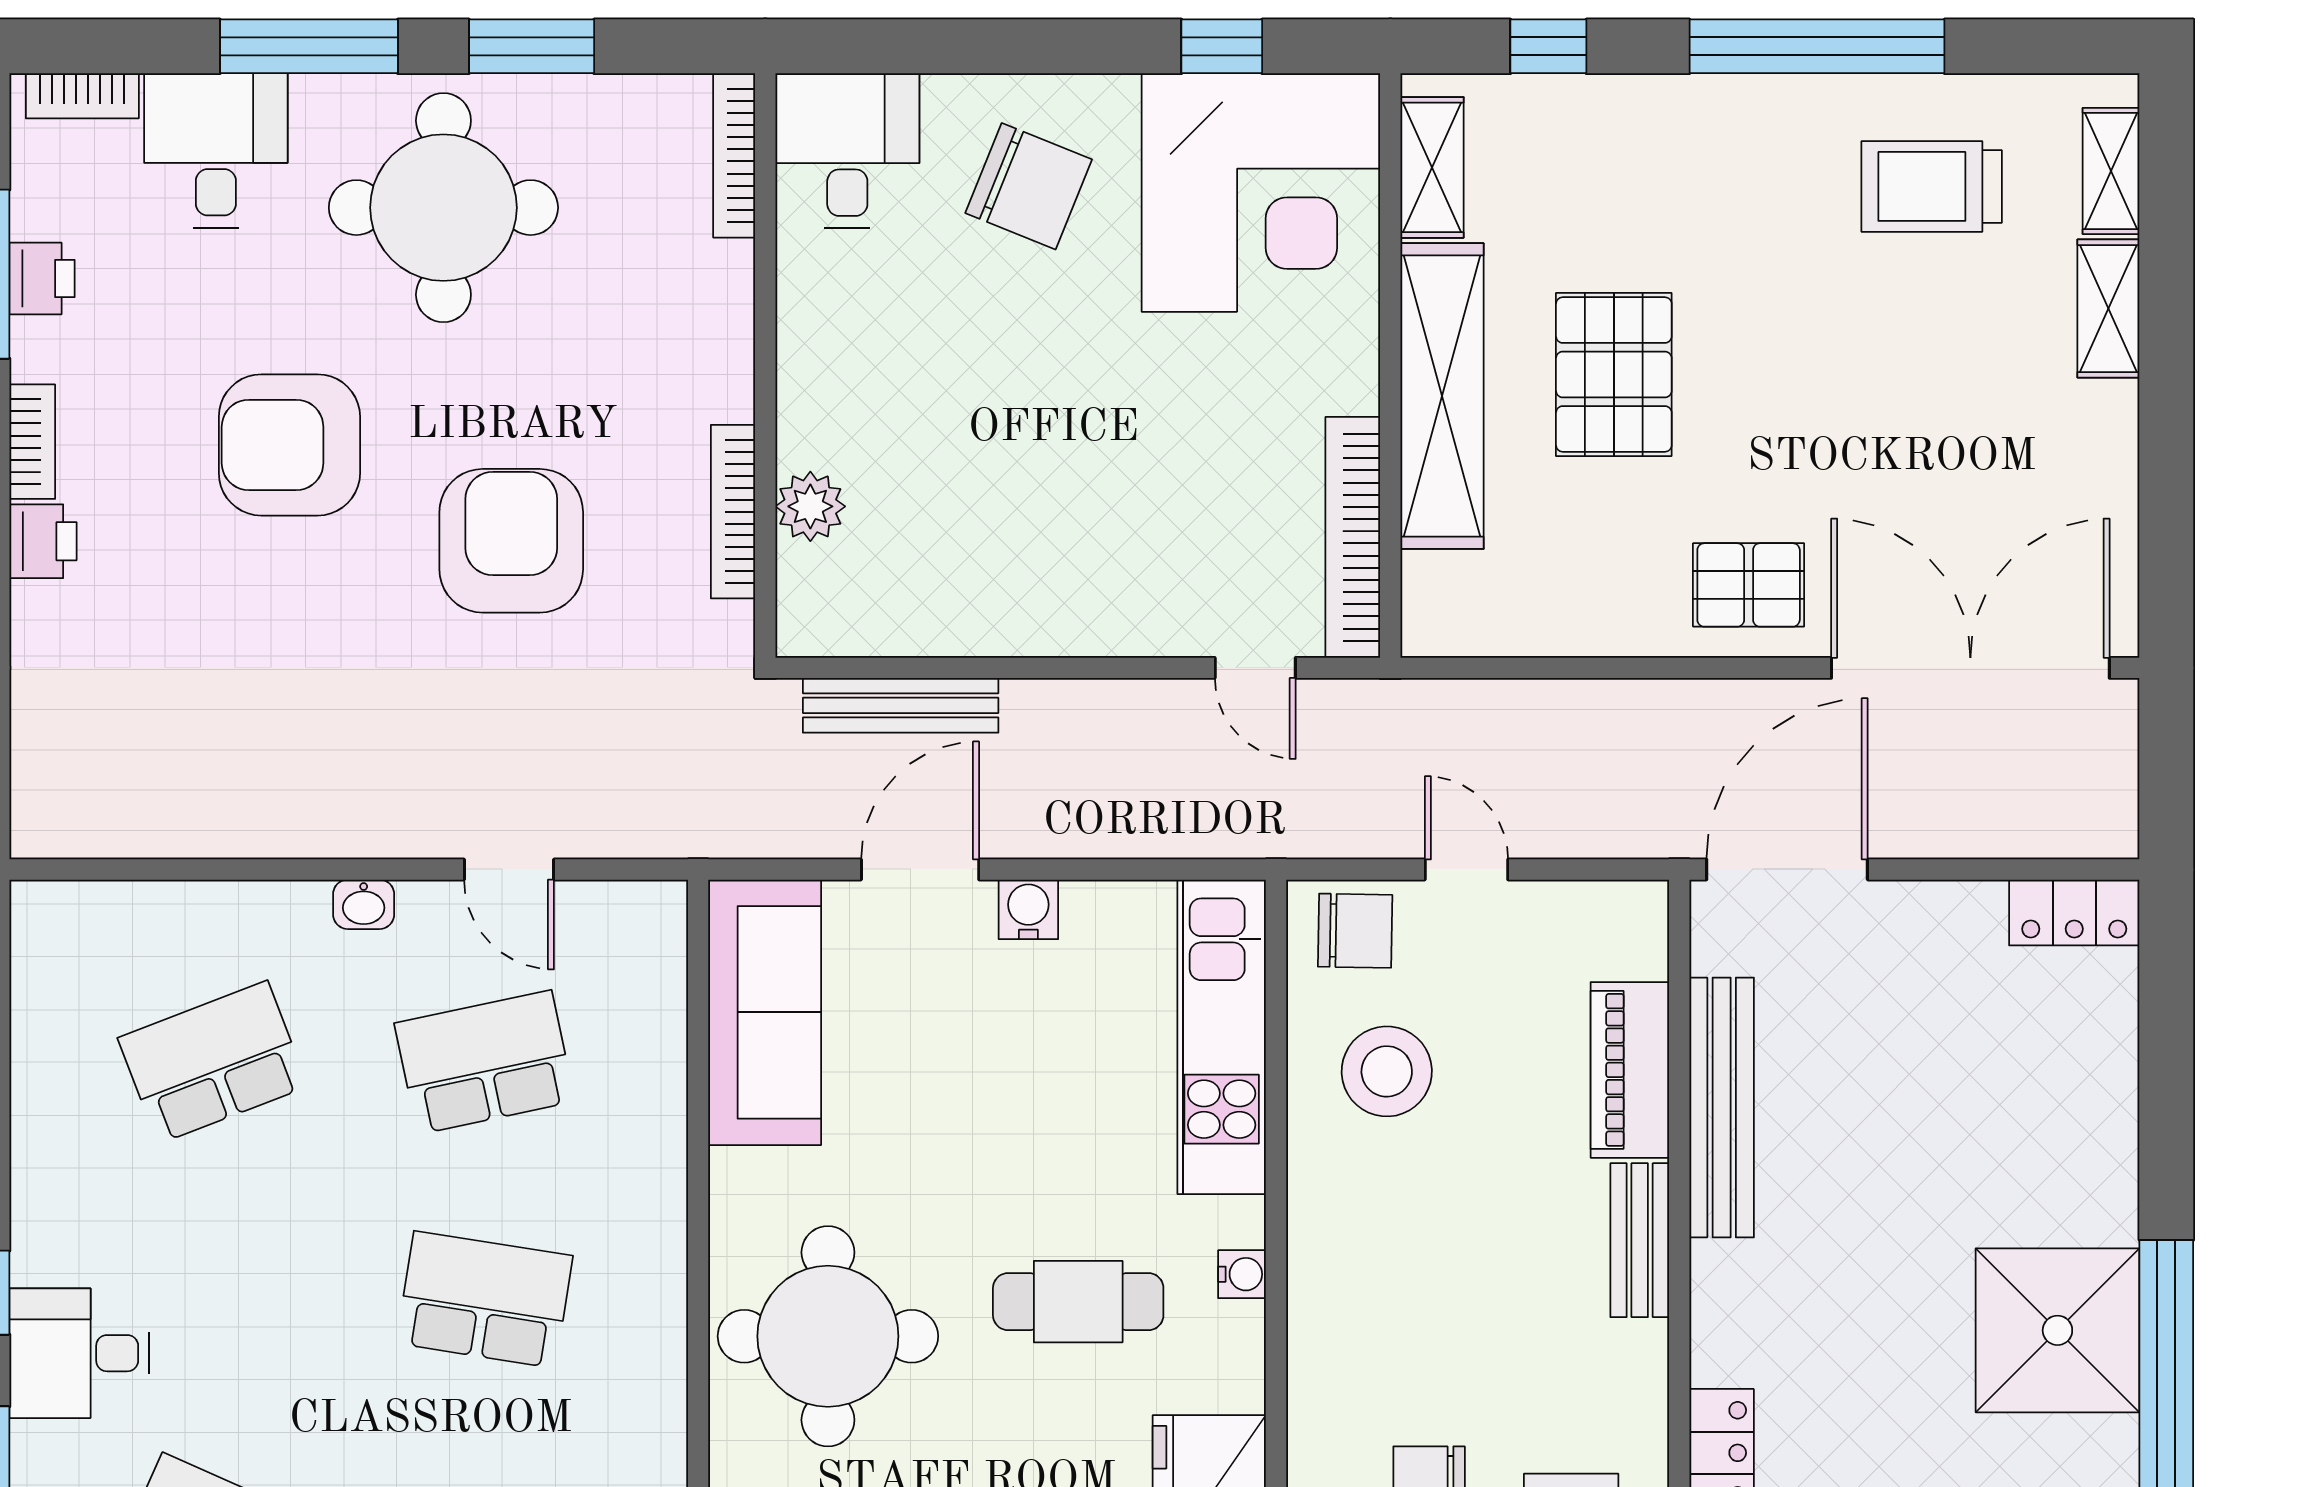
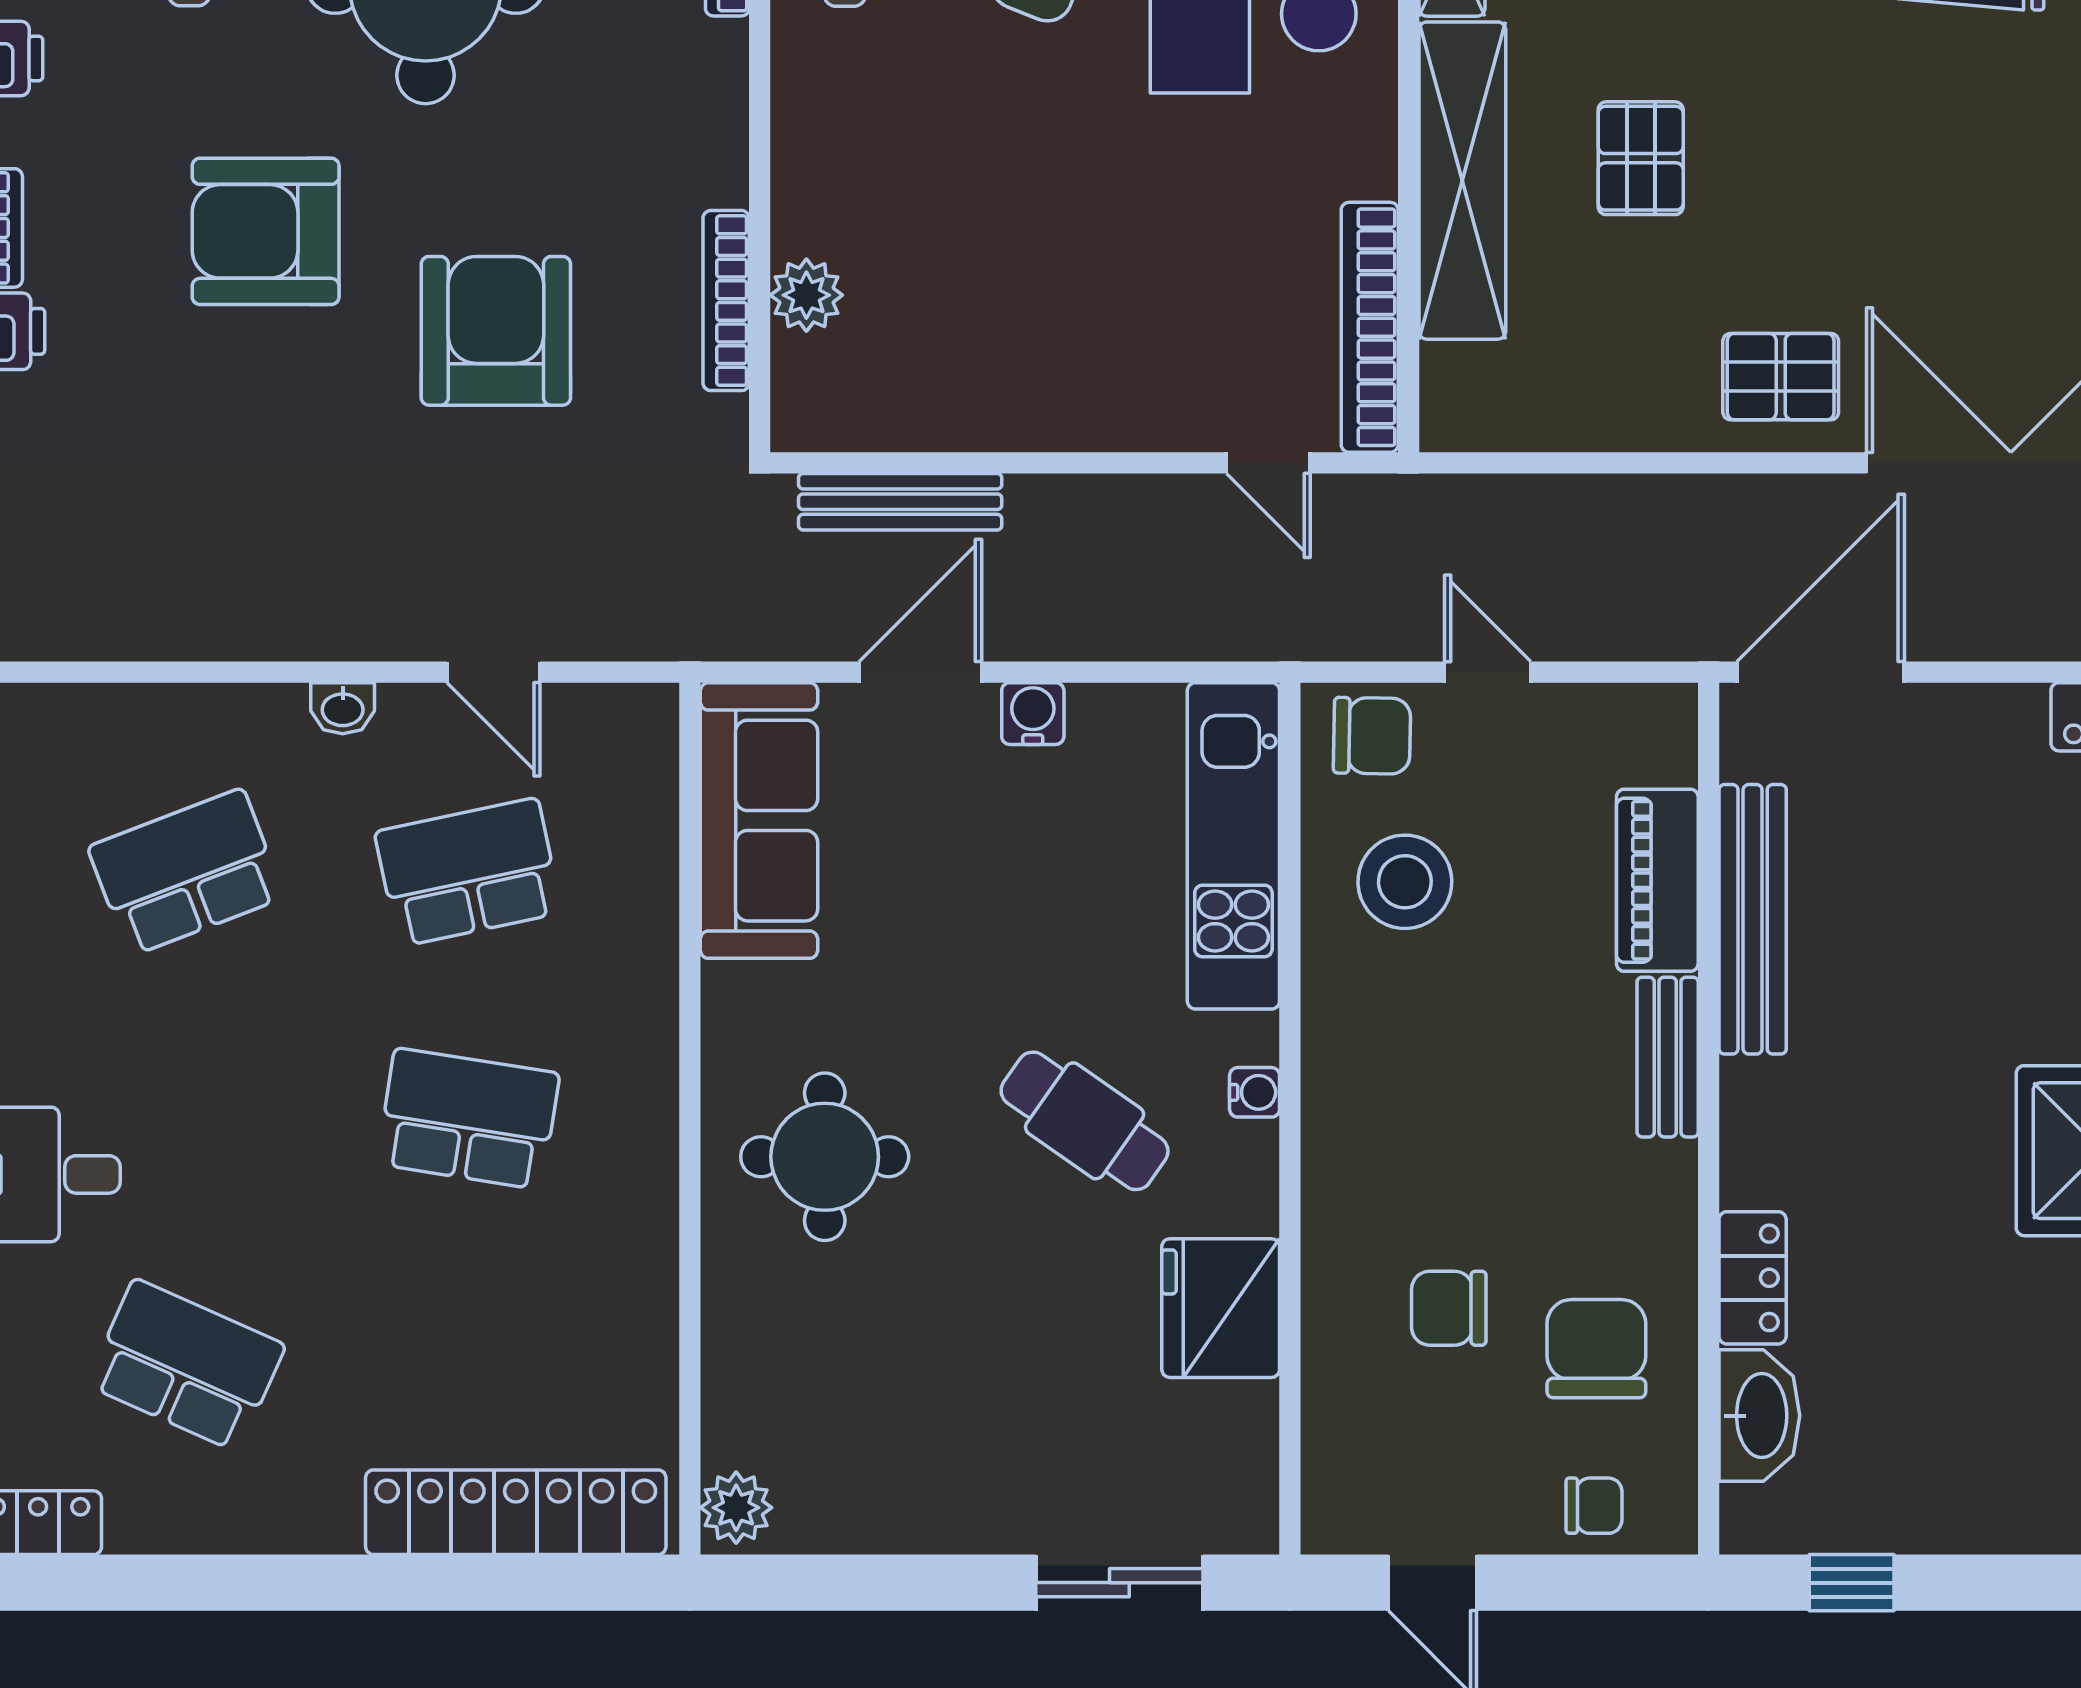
pallet: (1614, 374) -> (1641, 158), width x0.67, depth x0.71
cafe table: (1078, 1302) -> (1085, 1121), turned 35
round table: (828, 1336) -> (825, 1157), width x0.73, depth x0.73

